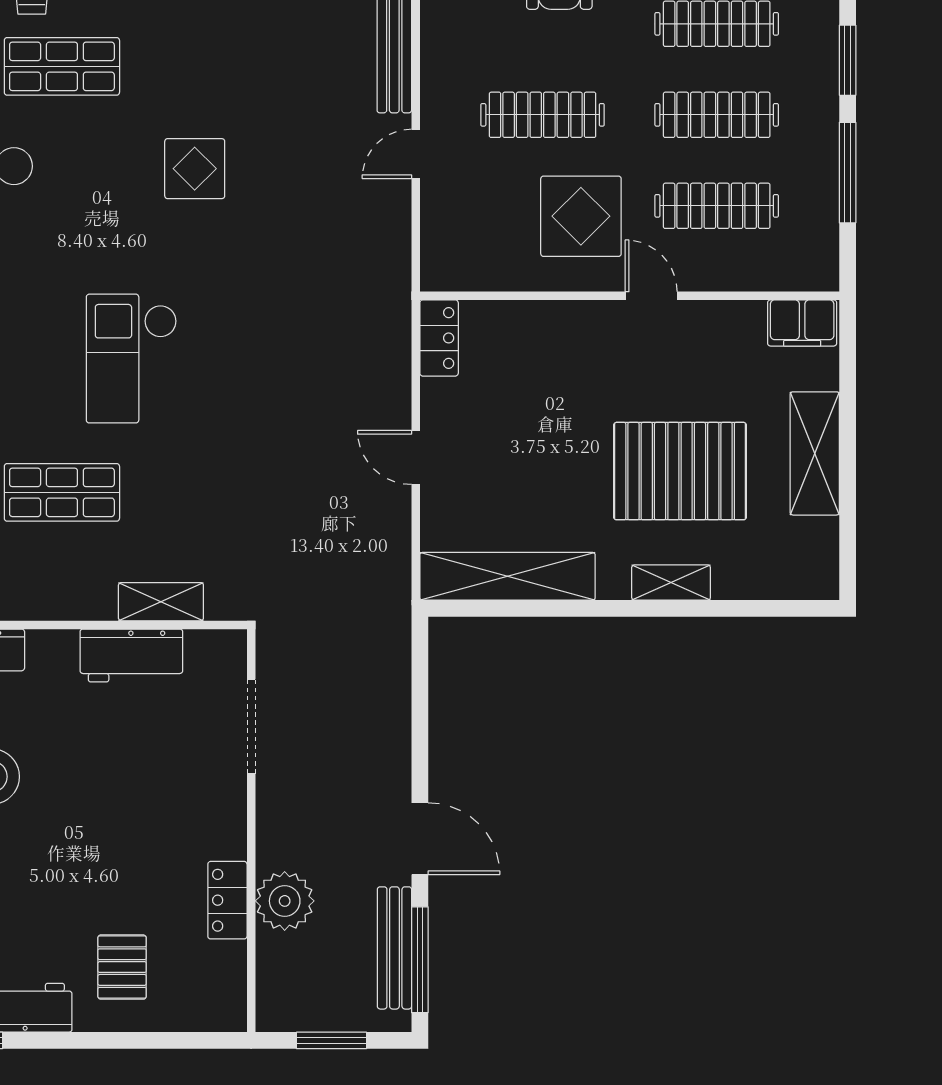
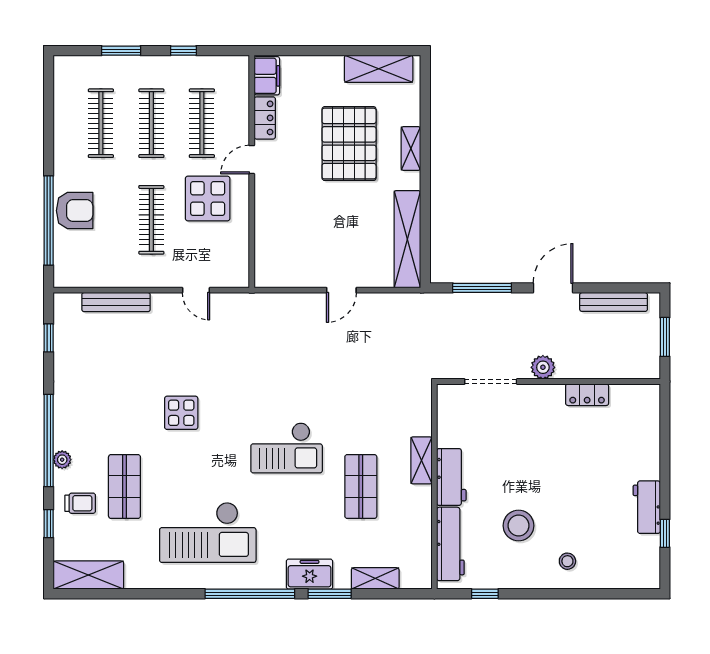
door: (416, 154) -> (196, 290), moved
window: (848, 173) -> (183, 51), width x0.46
locker: (439, 338) -> (265, 118), moved, turned 90
shelving: (815, 453) -> (379, 69), moved
shelving: (161, 602) -> (421, 460), moved
workbench: (131, 656) -> (451, 477), moved
plant: (285, 901) -> (543, 367), moved, width x0.73, depth x0.73
window: (420, 960) -> (482, 288), moved
pallet: (122, 967) -> (624, 453), removed

